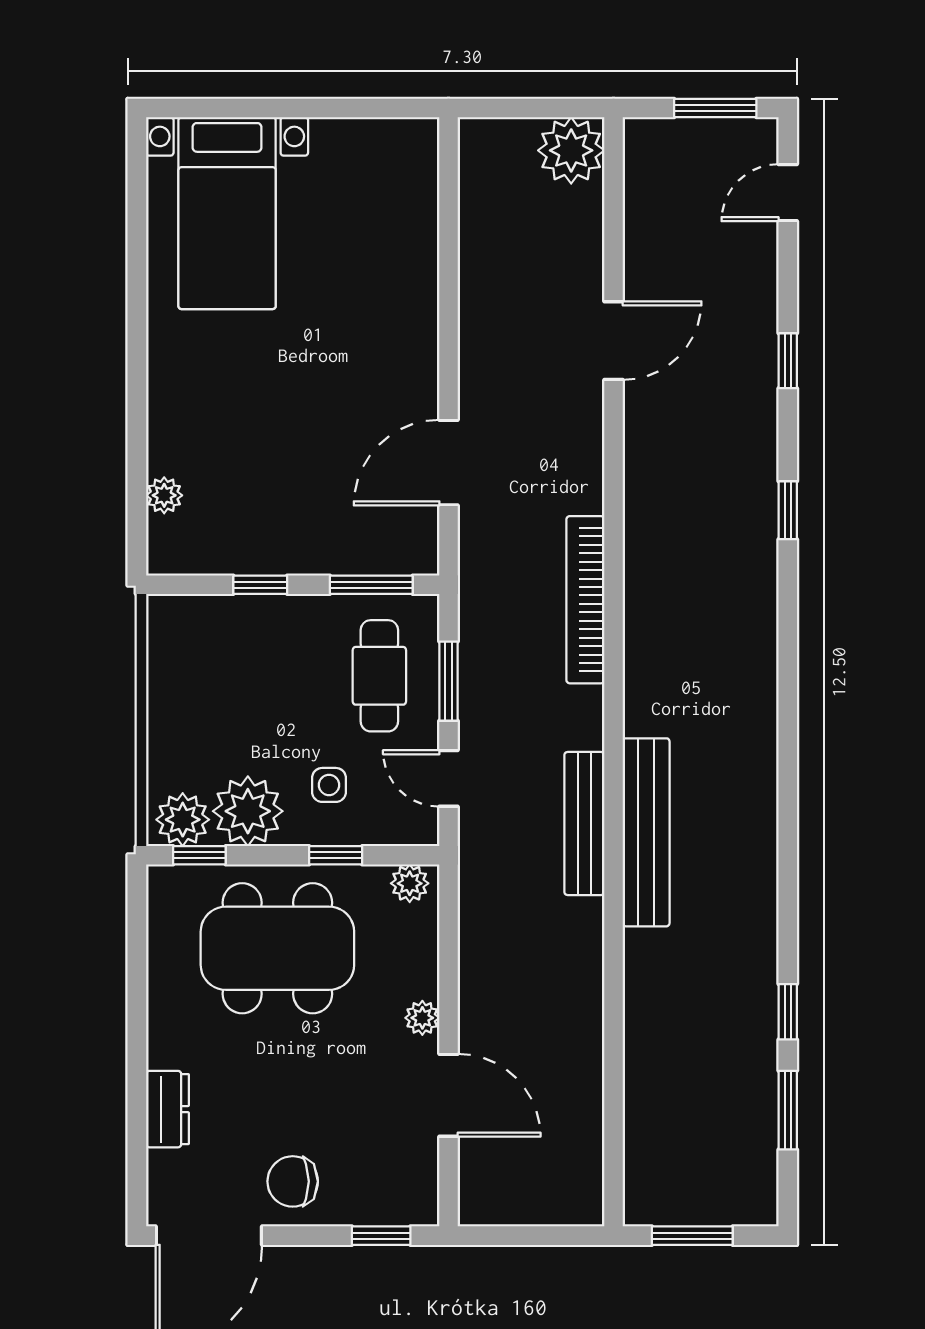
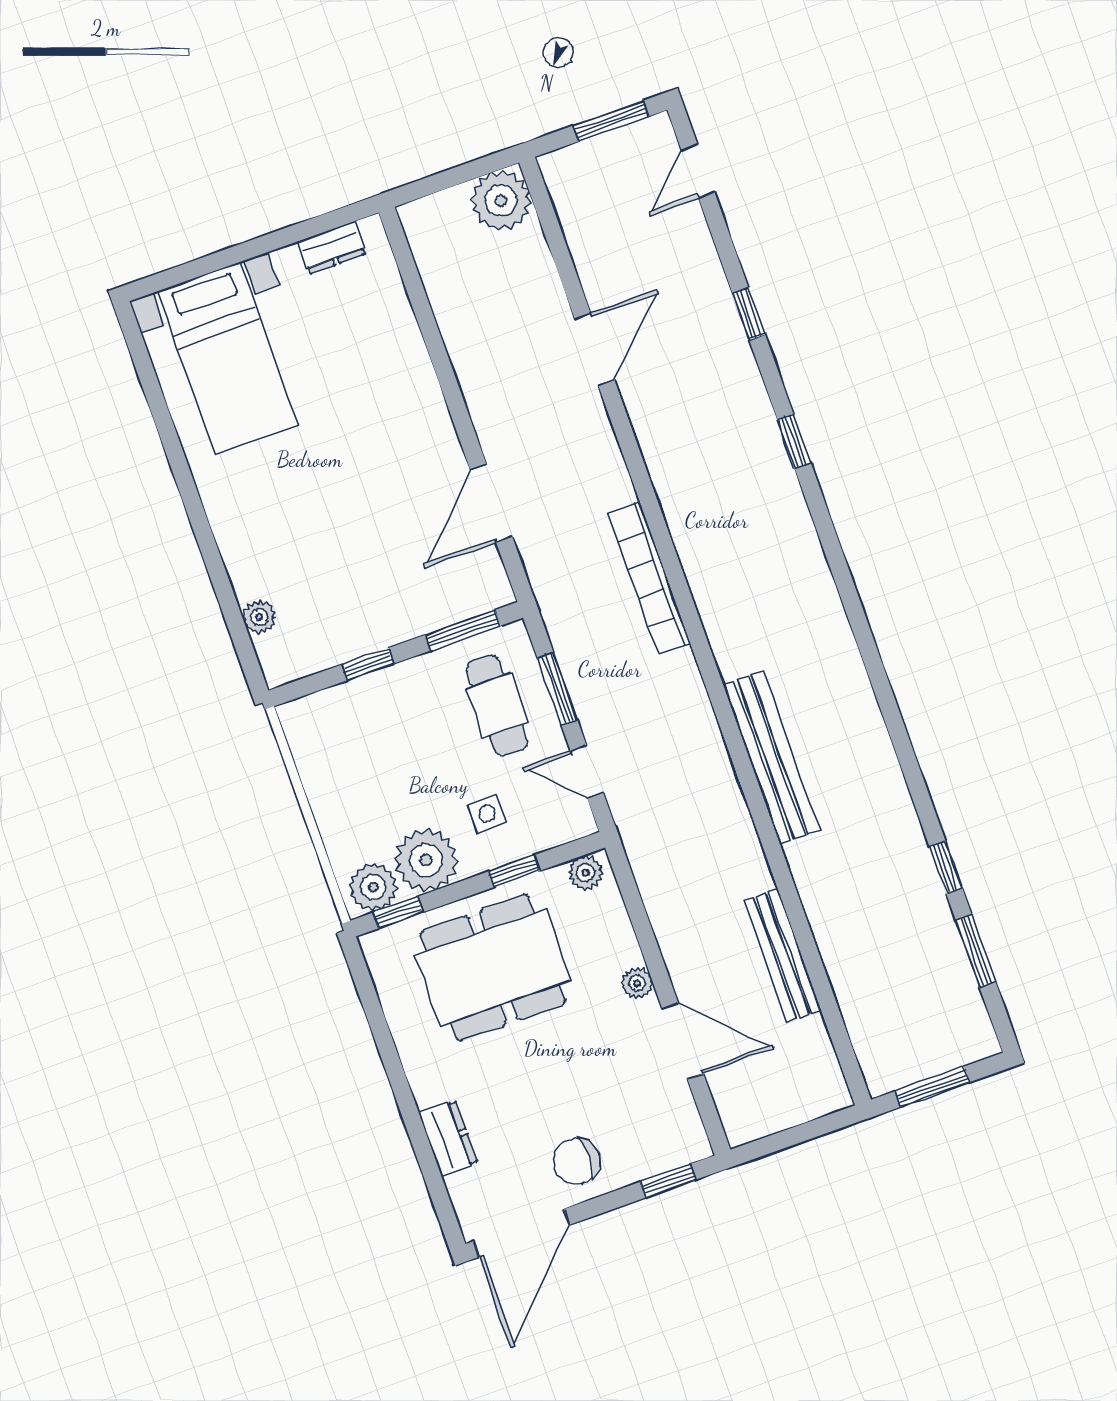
dresser: (377, 137) -> (332, 248), added
bench: (584, 823) -> (782, 955), moved

